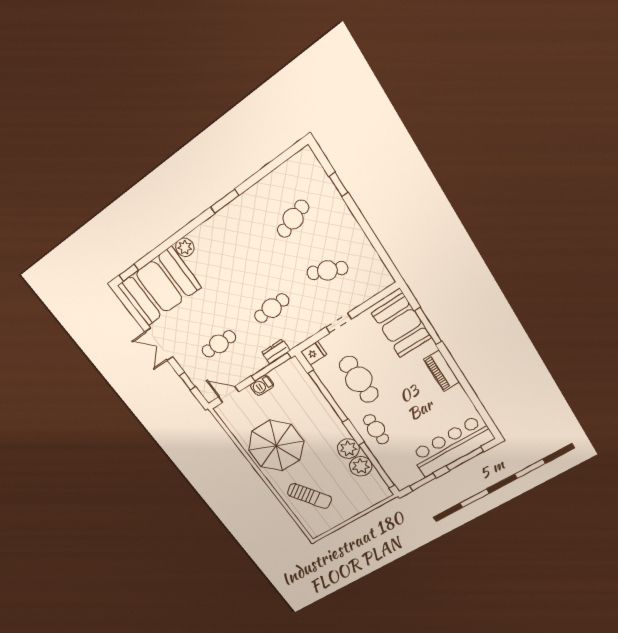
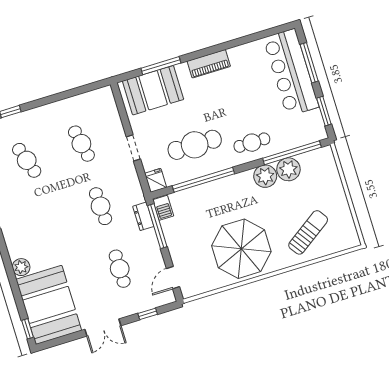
cafe table: (327, 271) -> (81, 144), turned -36
barbecue: (262, 385) -> (163, 208), moved

